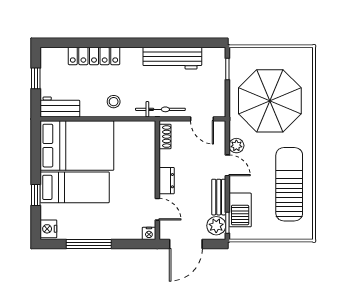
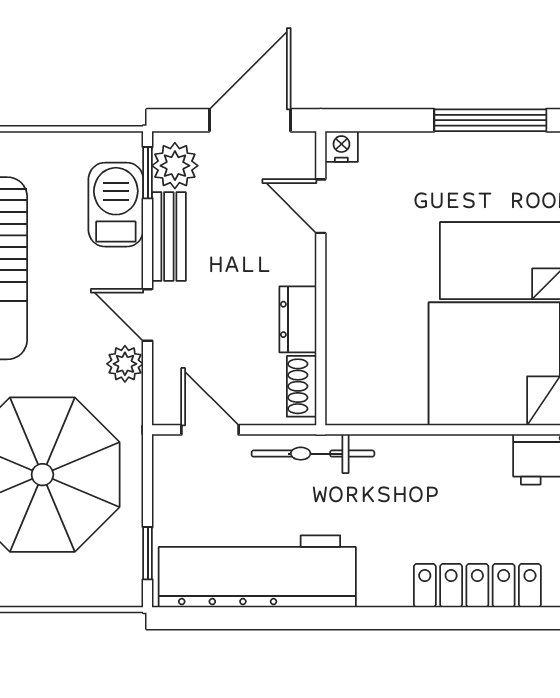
workbench: (172, 58) -> (257, 571), width x1.36, depth x1.32
stool: (114, 102) -> (429, 473), removed
dresser: (167, 181) -> (298, 319), moved

